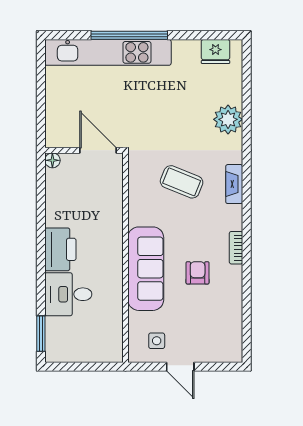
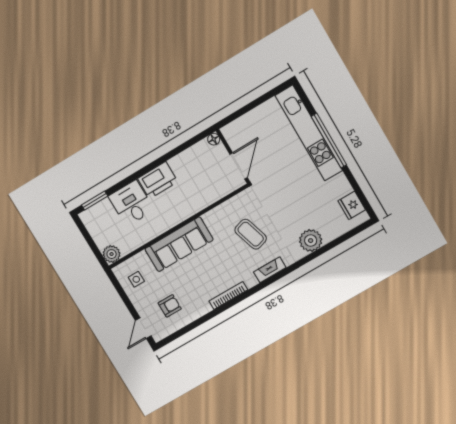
coffee table: (182, 182) -> (251, 234), turned -39
bookcase: (236, 248) -> (228, 295), width x1.56
armchair: (198, 273) -> (170, 306), moved
plant: (112, 351) -> (112, 254), added
door: (180, 367) -> (143, 328), moved

